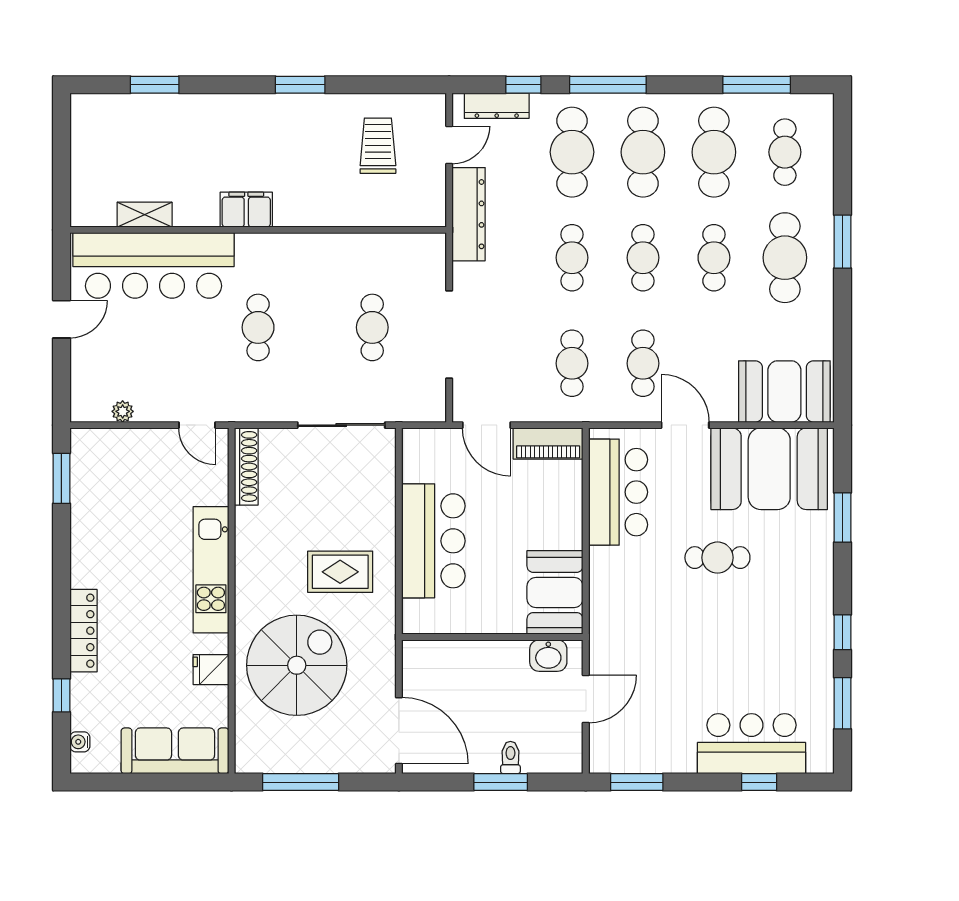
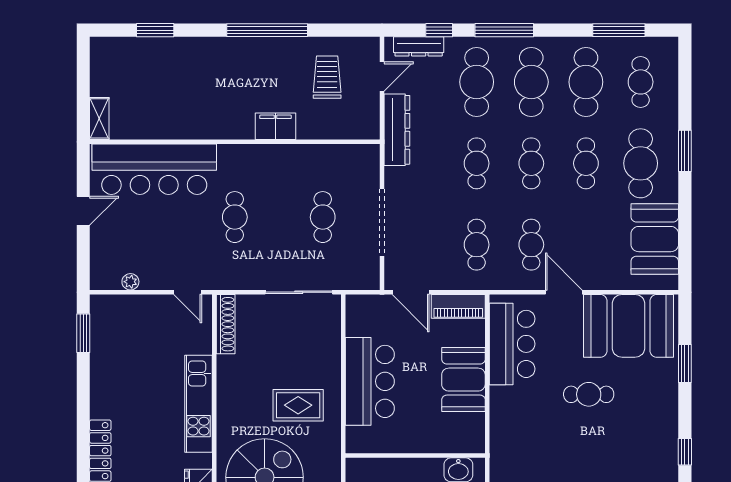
window: (300, 85) -> (267, 30), width x2.11
filing cabinet: (246, 210) -> (275, 126), moved
shelving: (145, 215) -> (99, 118), moved, turned 90
booth: (784, 392) -> (655, 239), moved, turned 90
booth: (555, 592) -> (463, 380), moved

